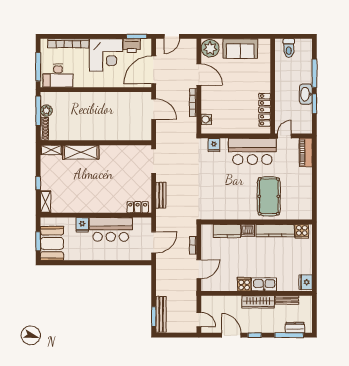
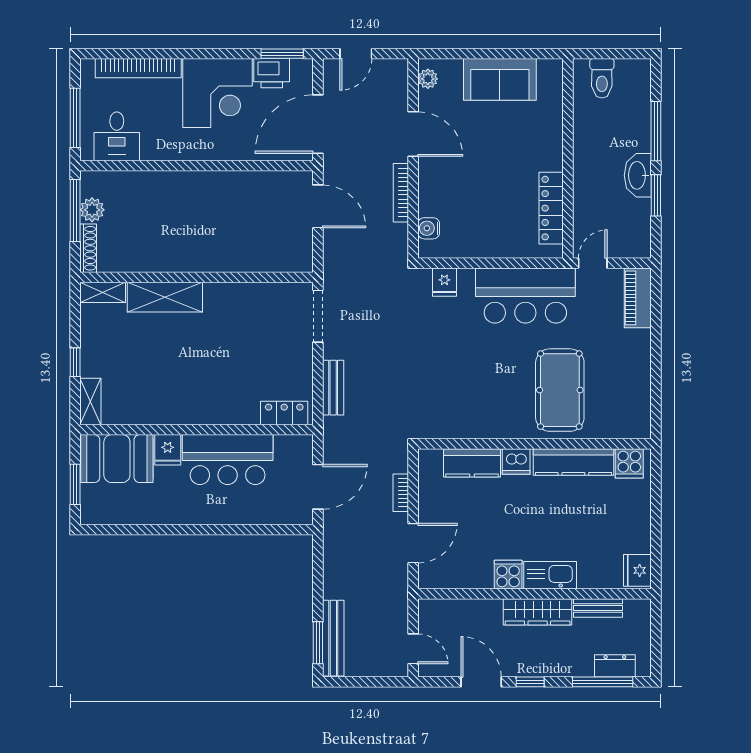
plant: (210, 48) -> (428, 79), width x0.53, depth x0.53
desk: (58, 76) -> (117, 136), width x0.73
booth: (52, 243) -> (117, 459), moved, turned 90

